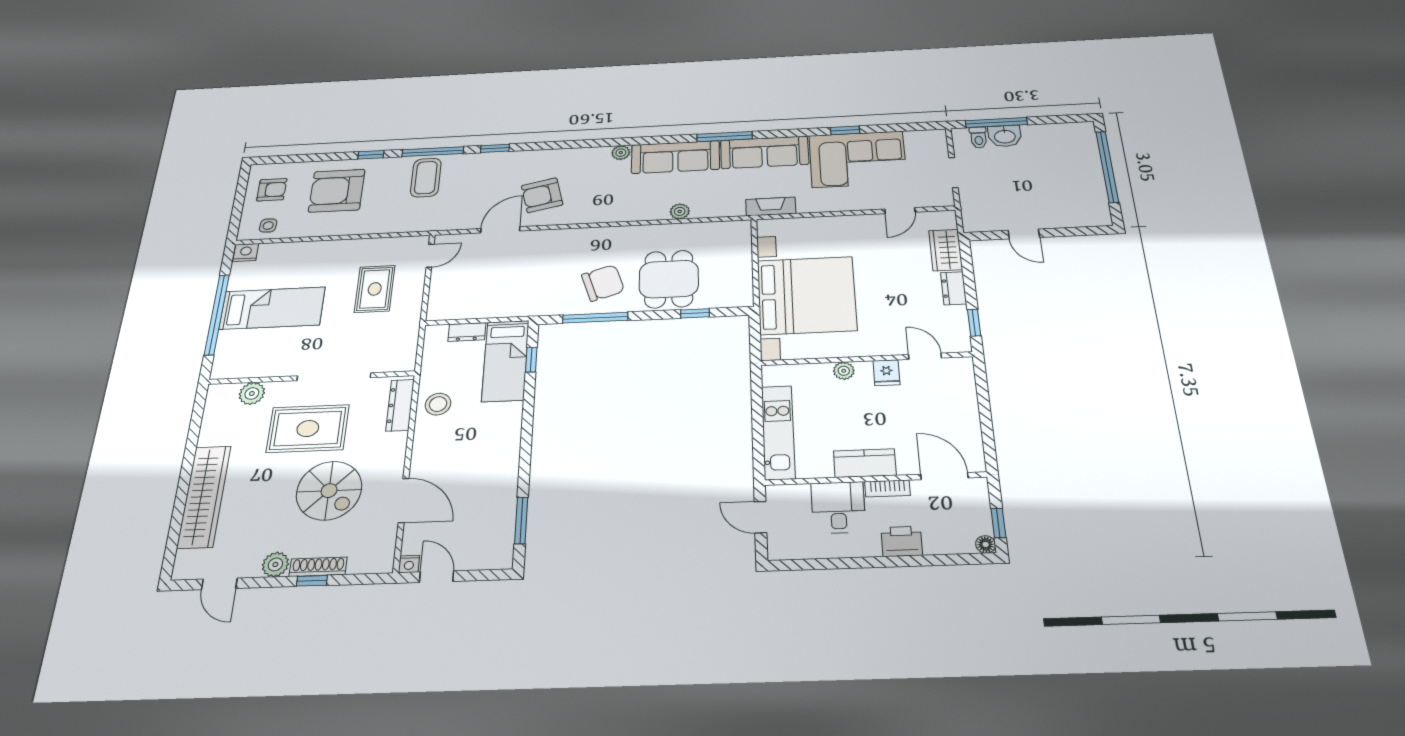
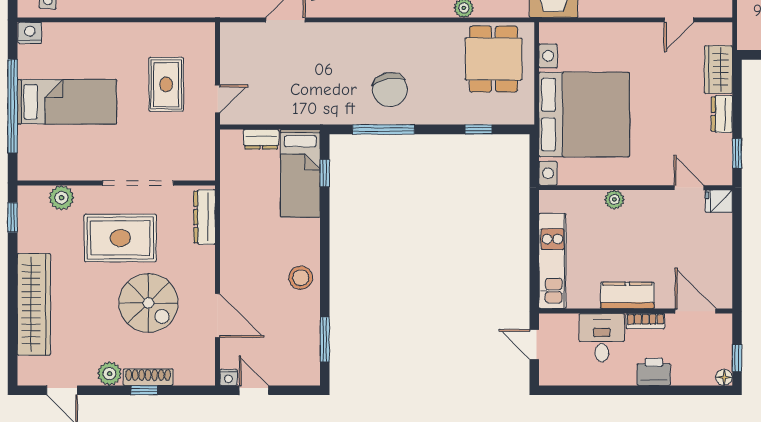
door: (430, 256) -> (218, 99), moved
dining table: (669, 279) -> (494, 59), moved
chair: (603, 283) -> (390, 90), turned 98
fridge: (886, 373) -> (719, 201), moved, turned 90
stool: (438, 404) -> (301, 278), moved
window: (197, 414) -> (13, 217), added

